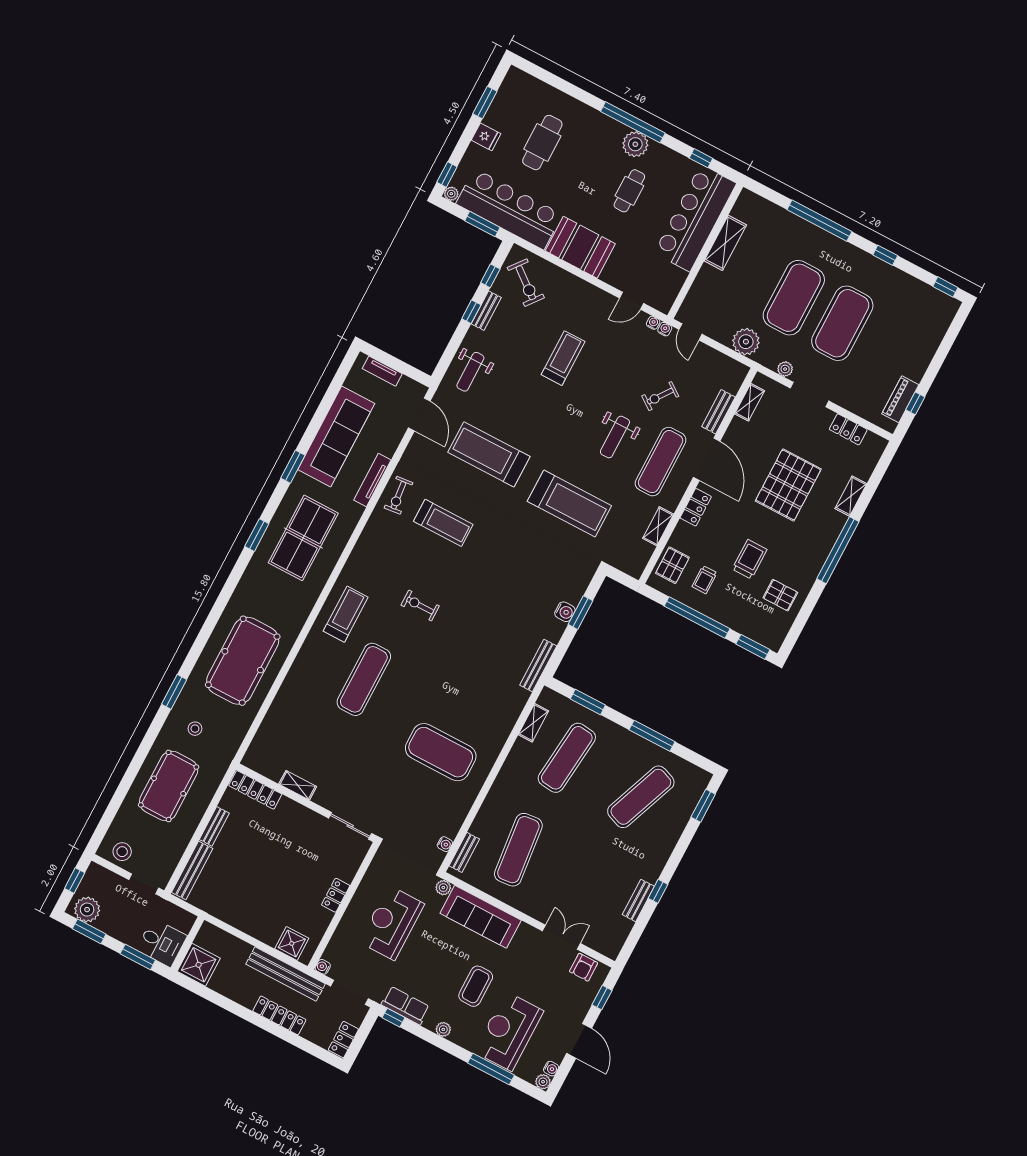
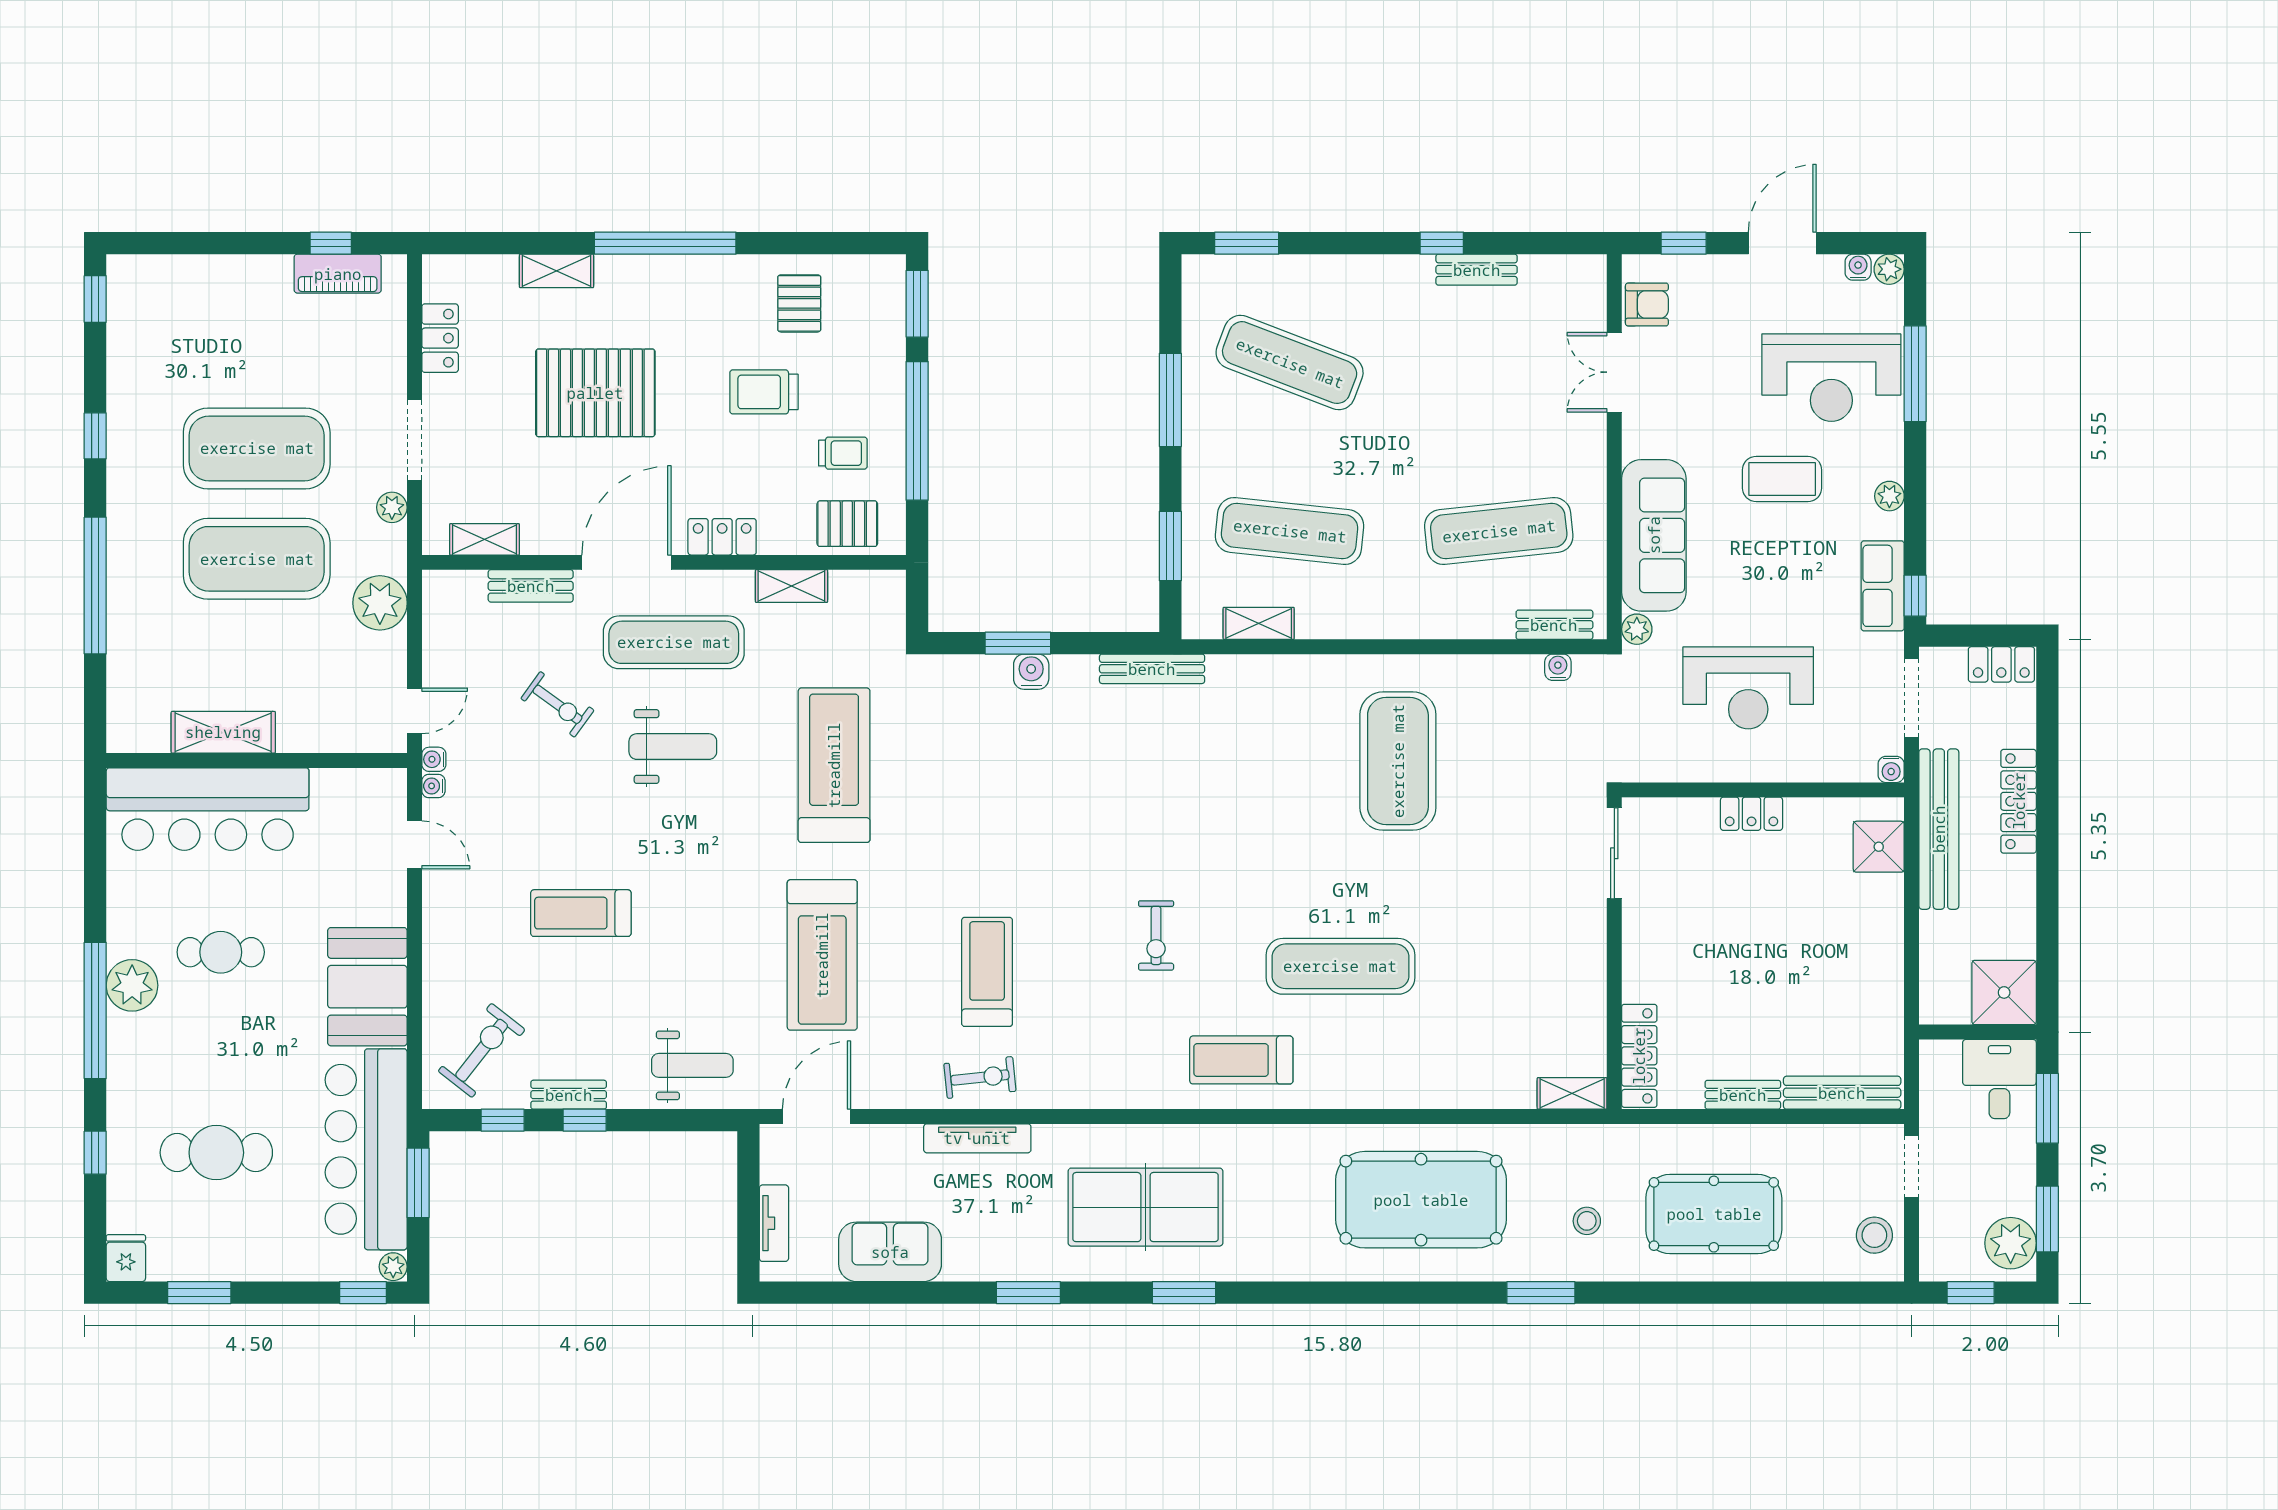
fridge: (486, 137) -> (126, 1258), moved
window: (701, 158) -> (95, 1153), moved
sofa: (336, 436) -> (890, 1252), width x0.54, depth x0.79
shelving: (298, 785) -> (1572, 1093), moved, turned 90

